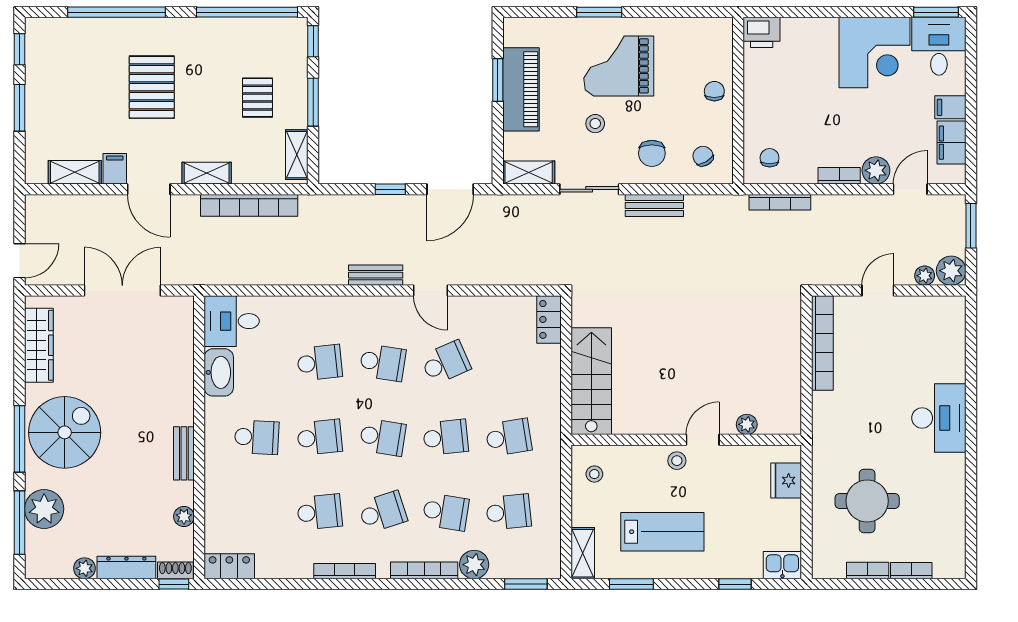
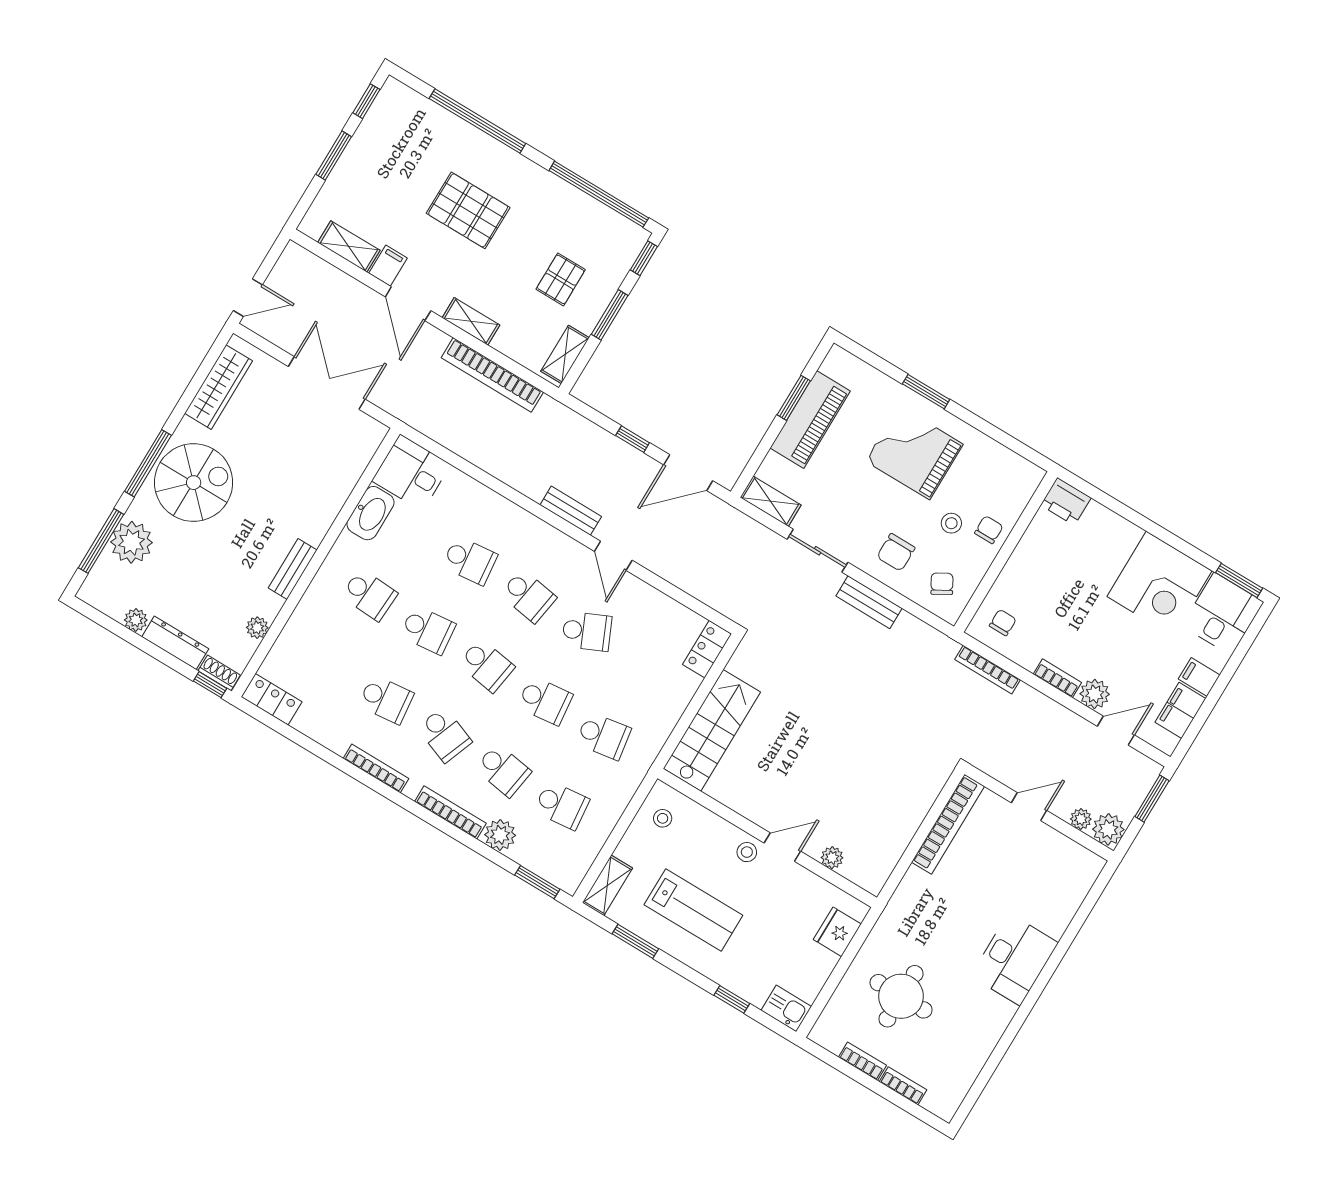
pallet: (152, 87) -> (468, 210), turned 90
stool: (595, 124) -> (951, 523), moved
school desk: (383, 512) -> (445, 735), turned 39

